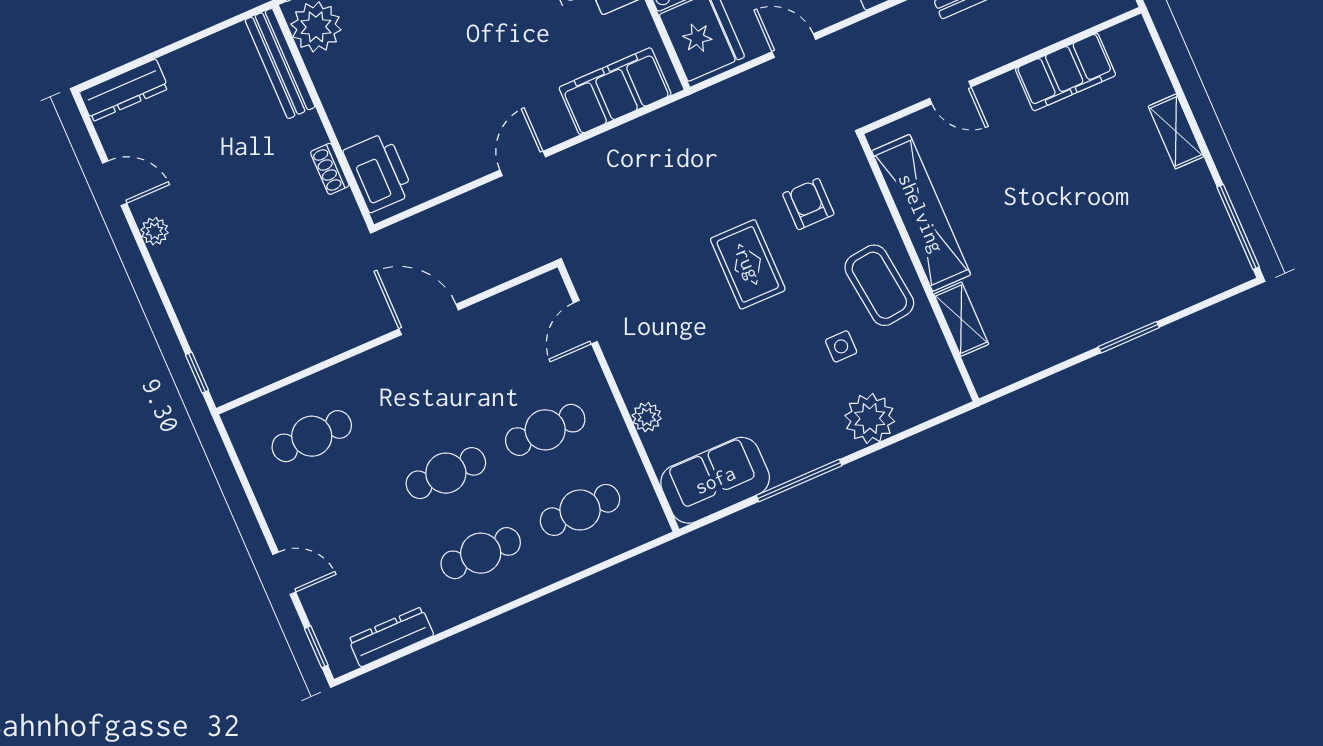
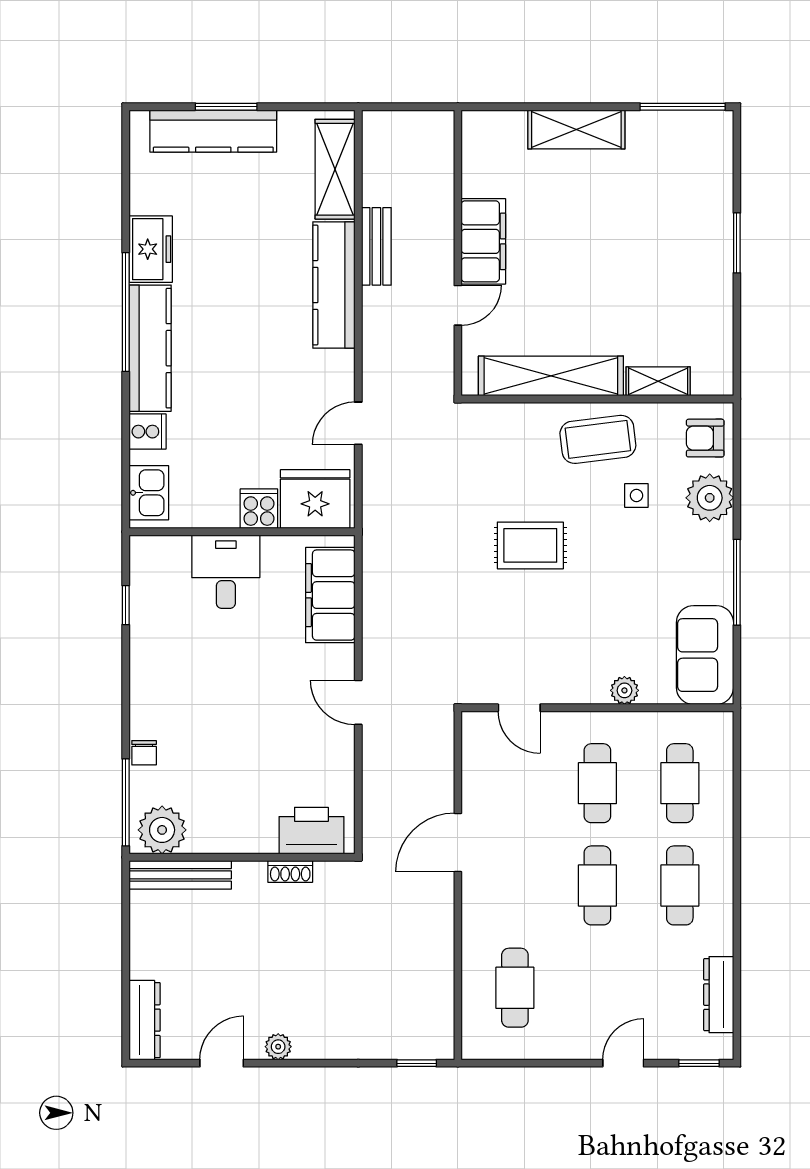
filing cabinet: (1065, 72) -> (483, 241), moved
shelving: (1176, 131) -> (576, 129), width x1.50, depth x1.33
armchair: (808, 204) -> (705, 438), moved

